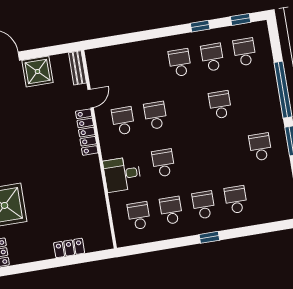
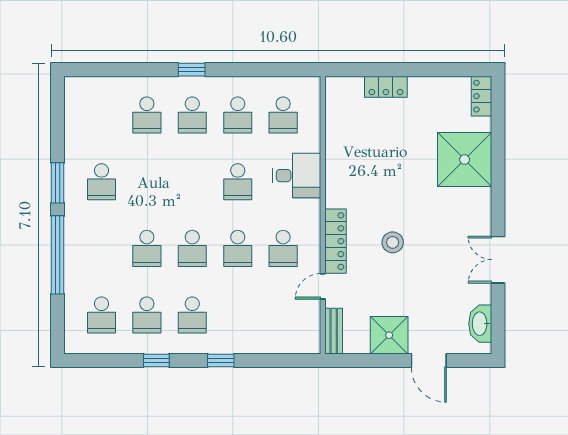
window: (240, 19) -> (221, 360), moved
school desk: (188, 110) -> (192, 248), added
stool: (46, 138) -> (393, 242), added

